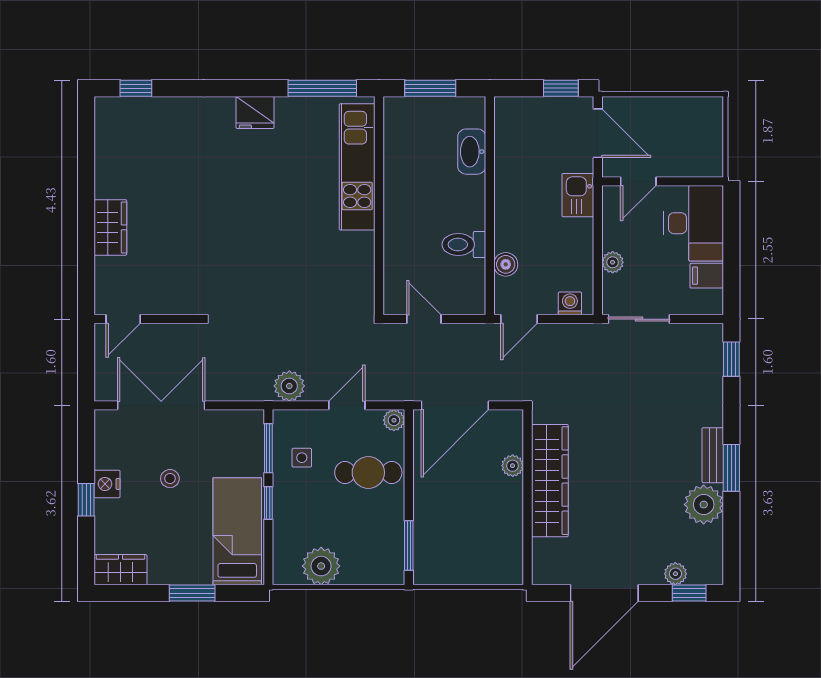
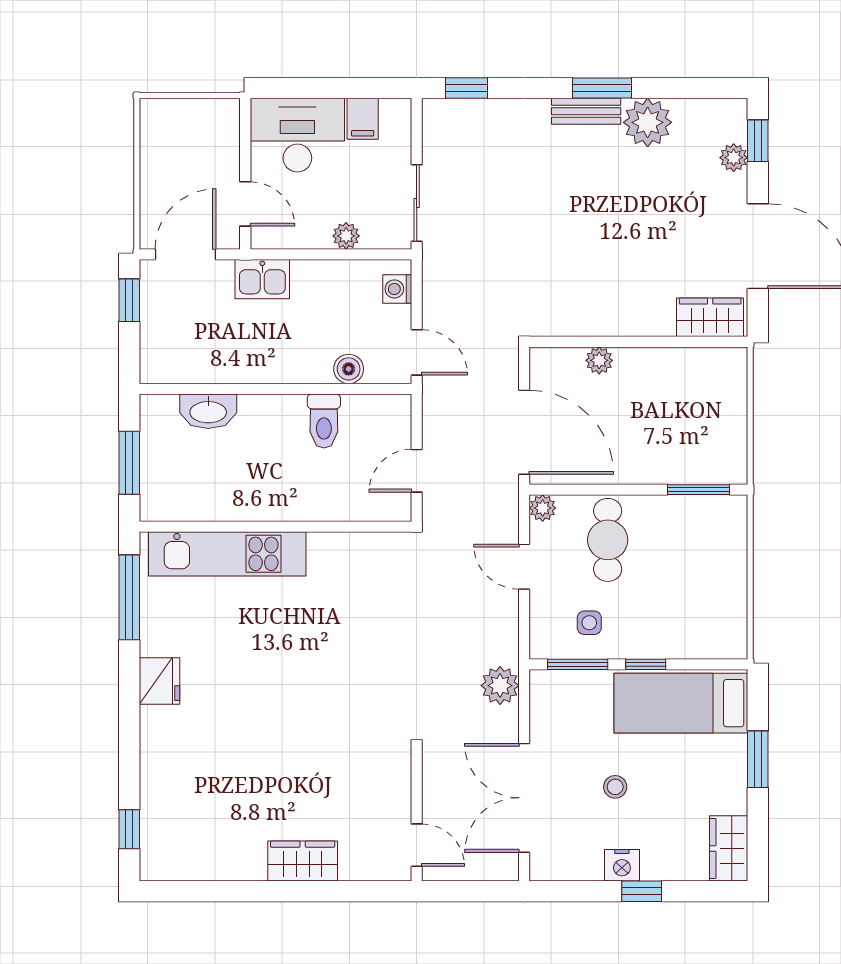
plant: (289, 386) -> (500, 686), moved
wardrobe: (550, 481) -> (710, 317), moved, width x0.48, depth x0.85
plant: (321, 566) -> (724, 599), removed

